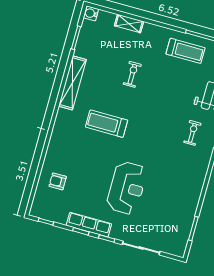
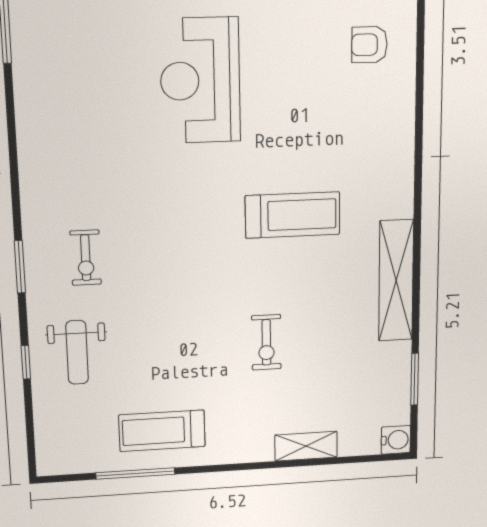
armchair: (58, 181) -> (369, 45), turned 180

